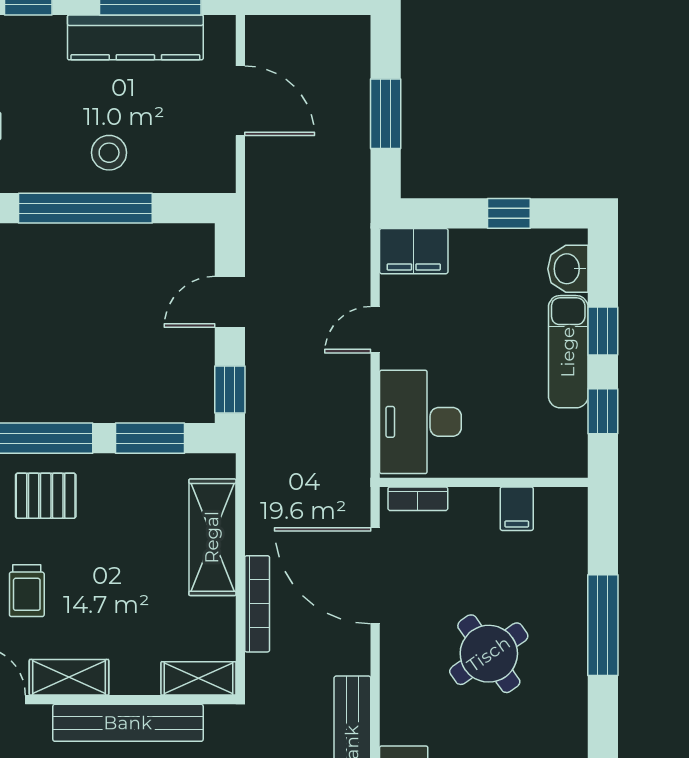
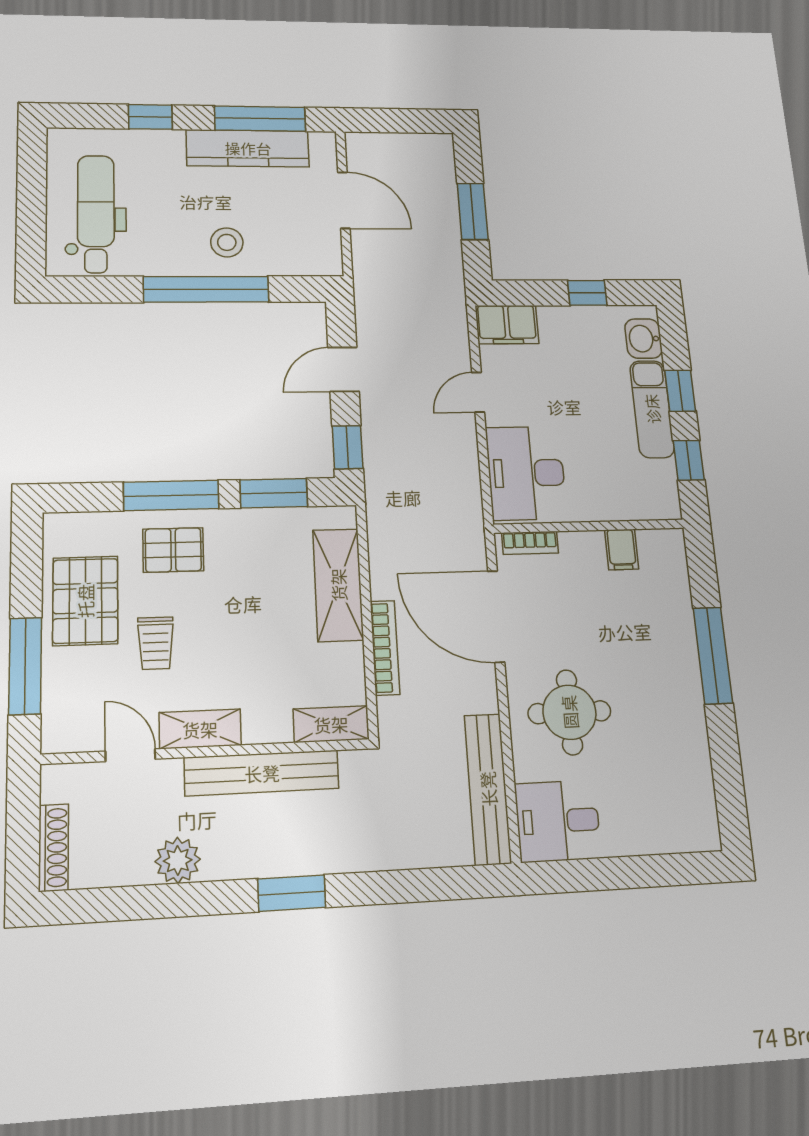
round table: (489, 654) -> (569, 712), moved, turned 35

